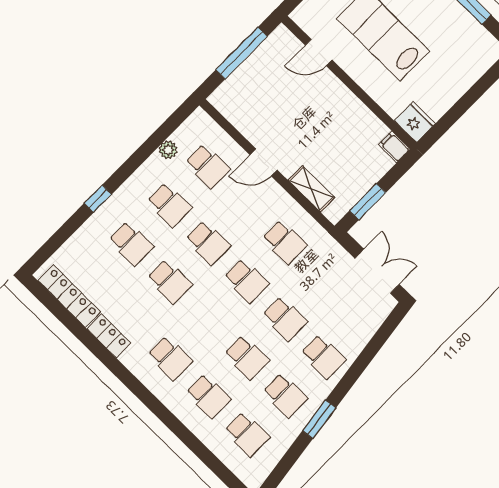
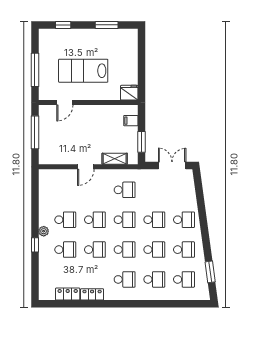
filing cabinet: (394, 147) -> (131, 121), moved
plant: (168, 150) -> (44, 231), moved
school desk: (208, 166) -> (125, 250), moved
locker: (69, 296) -> (68, 294), width x0.66
window: (319, 419) -> (210, 272), moved

